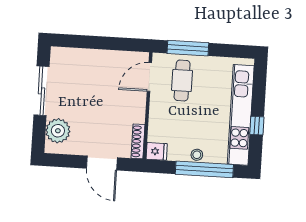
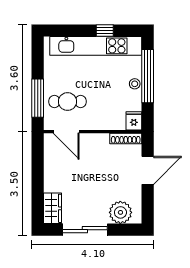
wardrobe: (67, 57) -> (52, 208), added

